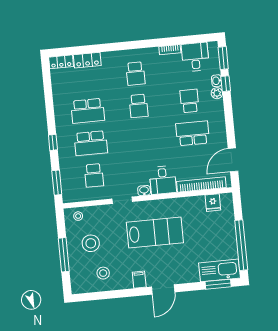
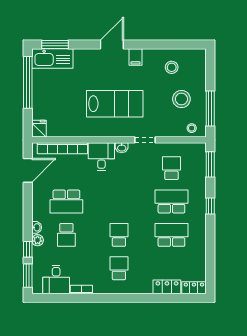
washbasin: (217, 81) -> (37, 227), moved
fridge: (213, 203) -> (39, 129), moved
lab bench: (155, 233) -> (115, 104), turned 180
window: (64, 255) -> (210, 108), moved

